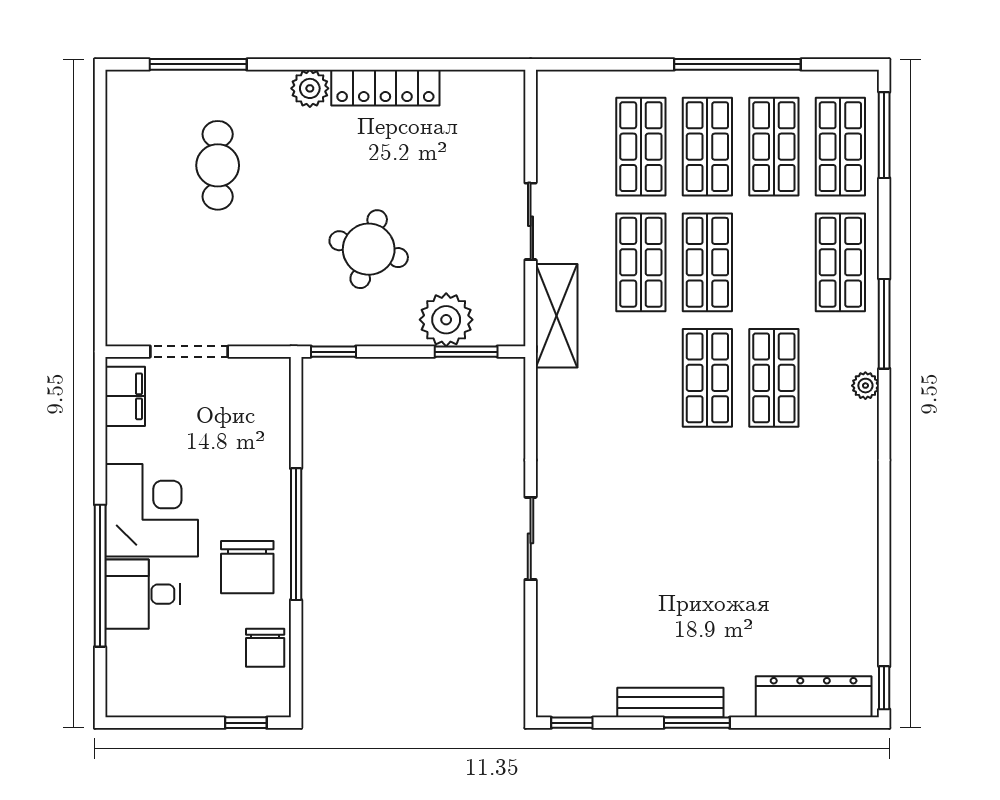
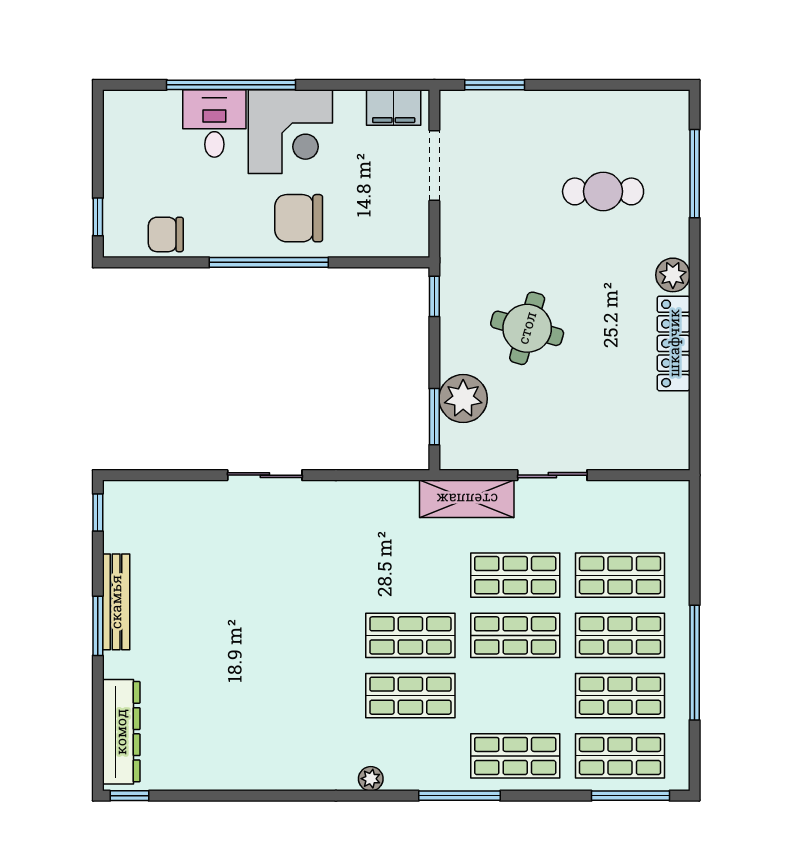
window: (100, 285) -> (495, 85), added
plant: (865, 386) -> (371, 779), moved
chair: (247, 567) -> (299, 218), moved

